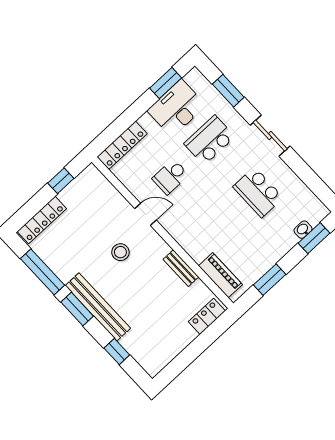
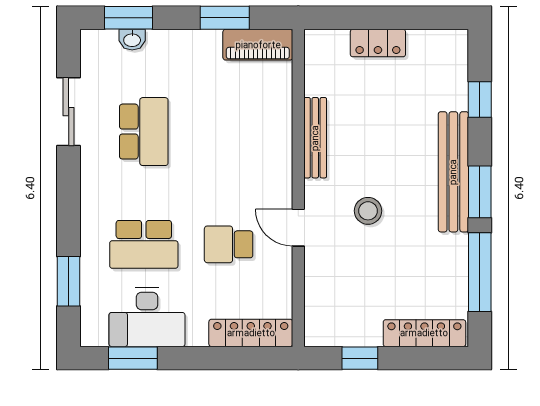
sliding door: (270, 136) -> (69, 112), moved
school desk: (170, 177) -> (229, 244), turned 180
bench: (181, 268) -> (315, 138), width x1.36
piano: (220, 275) -> (258, 45), moved, turned -90
locker: (207, 316) -> (378, 43), moved

